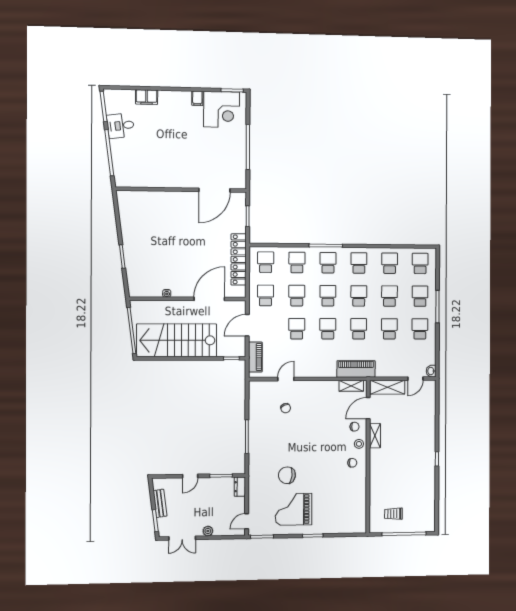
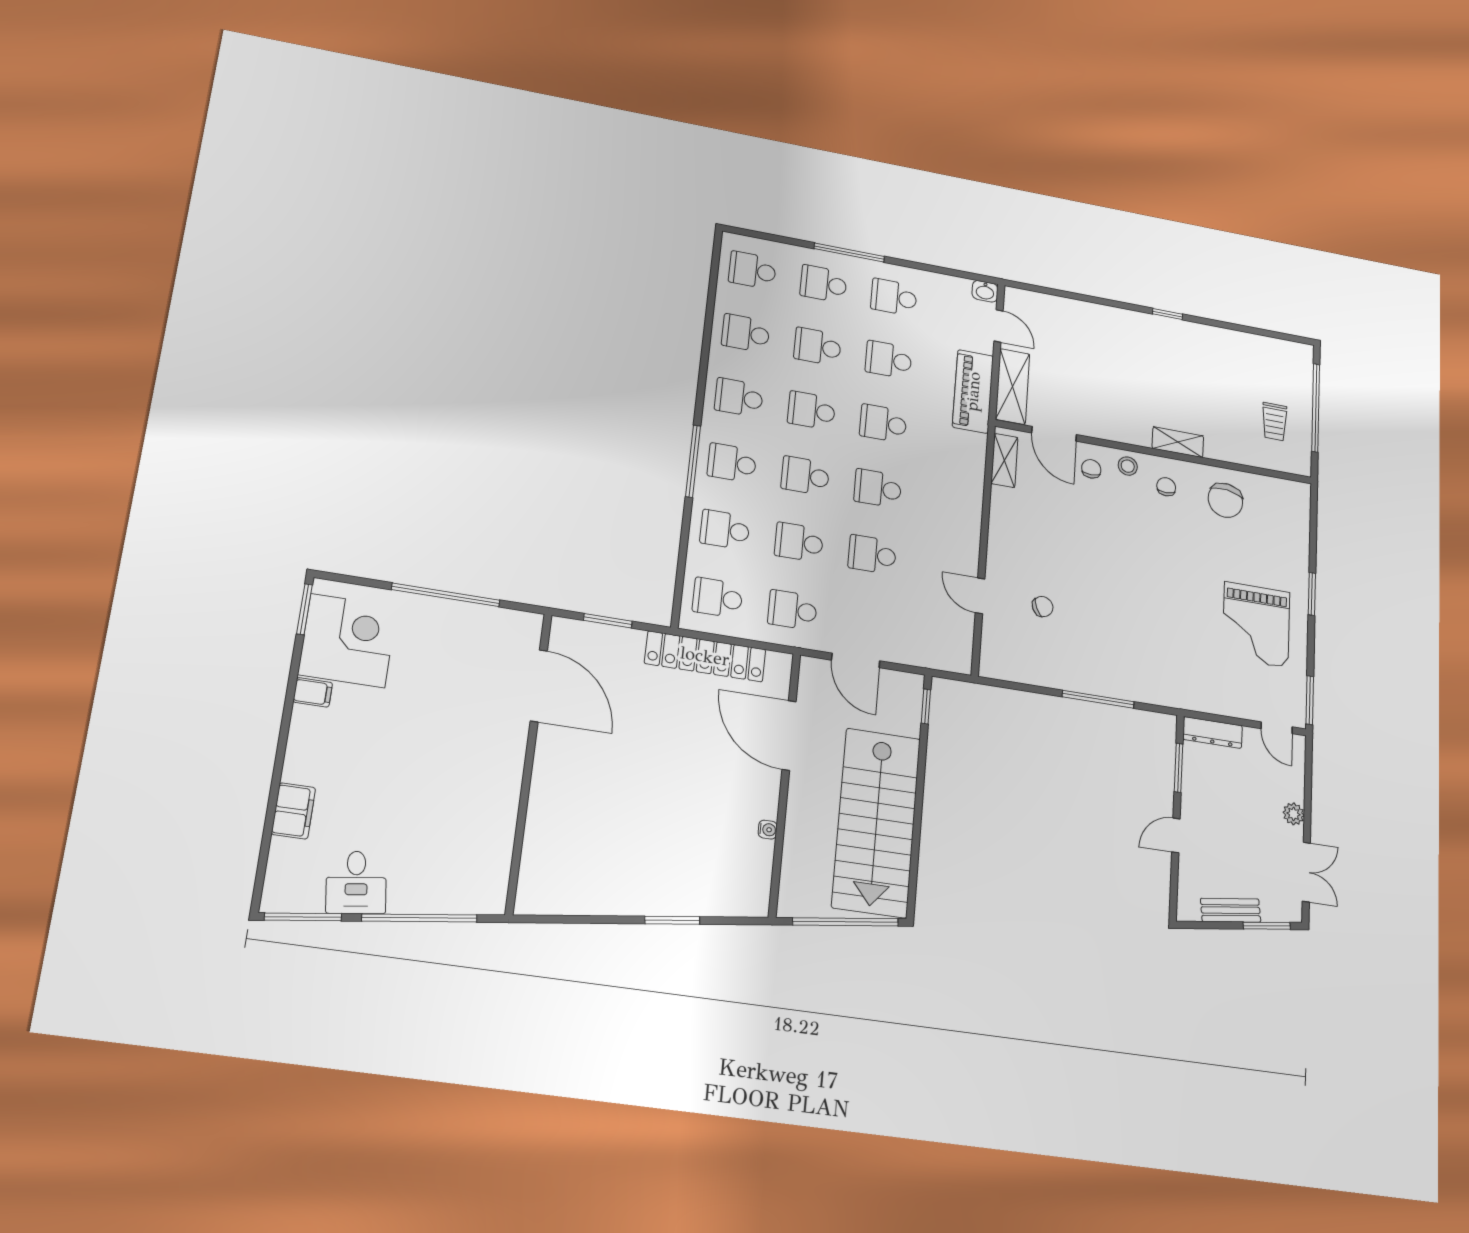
piano: (255, 357) -> (927, 654), removed
piano: (356, 369) -> (973, 391), moved
shelving: (375, 436) -> (1178, 442), moved
chair: (287, 475) -> (1225, 500), moved
door: (190, 476) -> (1176, 835), swing flipped
dresser: (240, 487) -> (1213, 732), width x1.44

